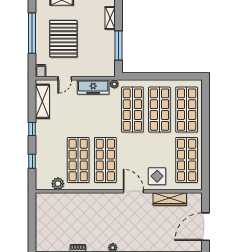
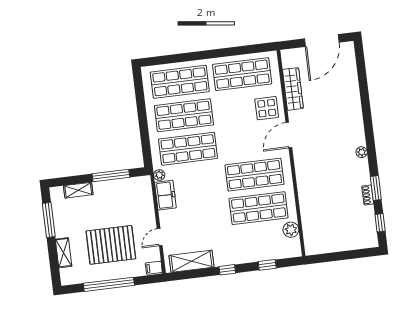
door: (65, 78) -> (160, 237), swing flipped
freezer: (93, 87) -> (165, 195), width x0.71
door: (206, 227) -> (322, 41), hinge flipped

